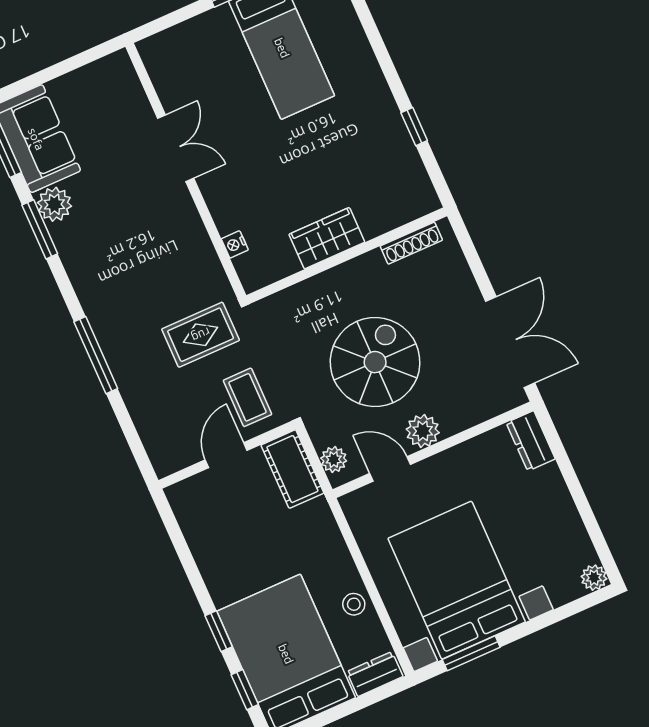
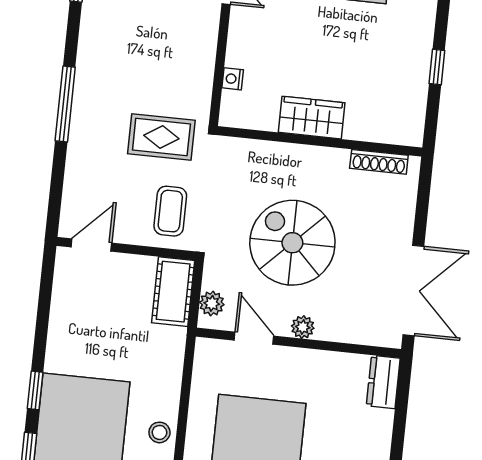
spiral stairs: (375, 362) -> (292, 243), turned -90
plant: (423, 431) -> (303, 327), width x0.73, depth x0.73
door: (226, 455) -> (91, 245), moved

